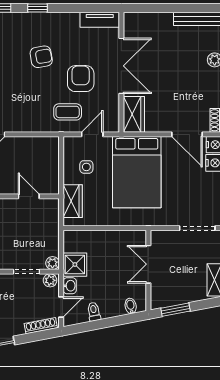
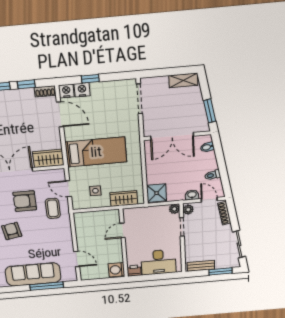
door: (187, 134) -> (60, 114), hinge flipped
bed: (137, 172) -> (96, 152), width x0.67
double door: (148, 264) -> (172, 136), width x1.37
shower: (75, 265) -> (156, 193), moved

